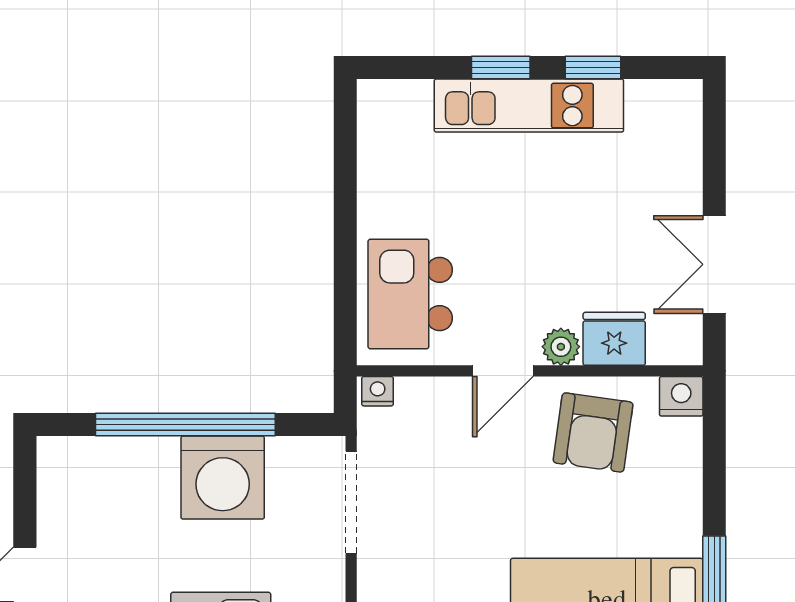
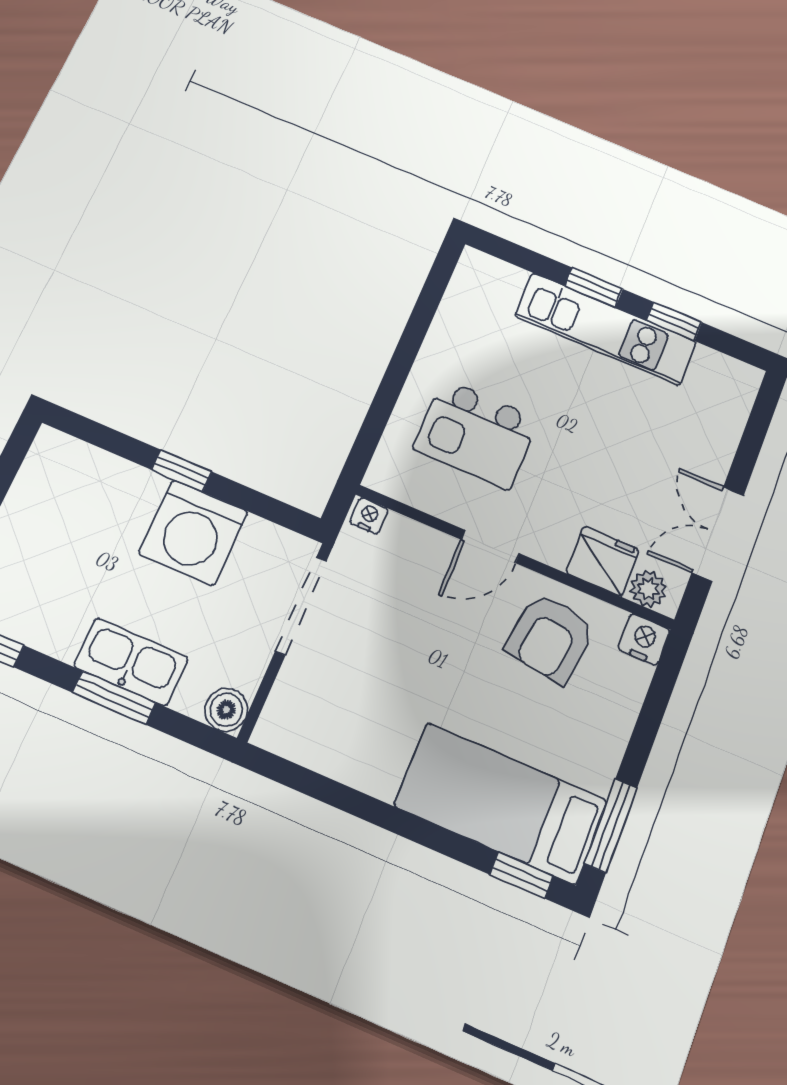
kitchen island: (410, 294) -> (476, 434), moved, turned -90
plant: (561, 347) -> (648, 589), moved
window: (185, 425) -> (182, 471), width x0.32

